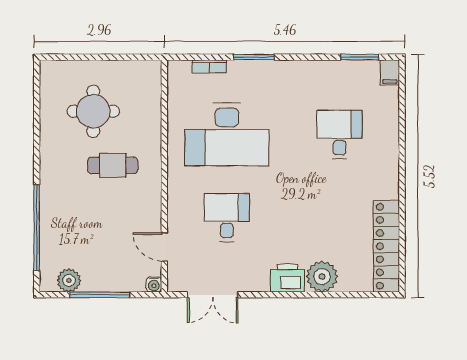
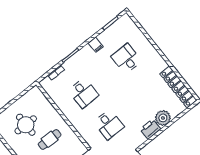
filing cabinet: (390, 73) -> (96, 45), moved
desk: (227, 134) -> (84, 93), width x0.53, depth x0.77
desk: (227, 217) -> (109, 125), turned 180

